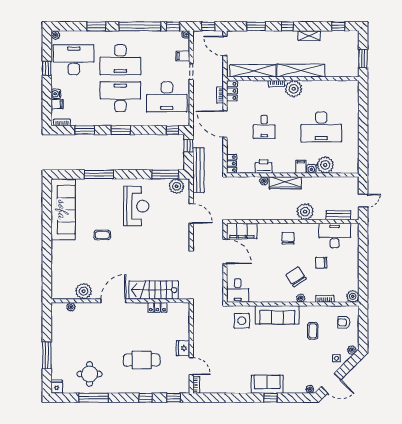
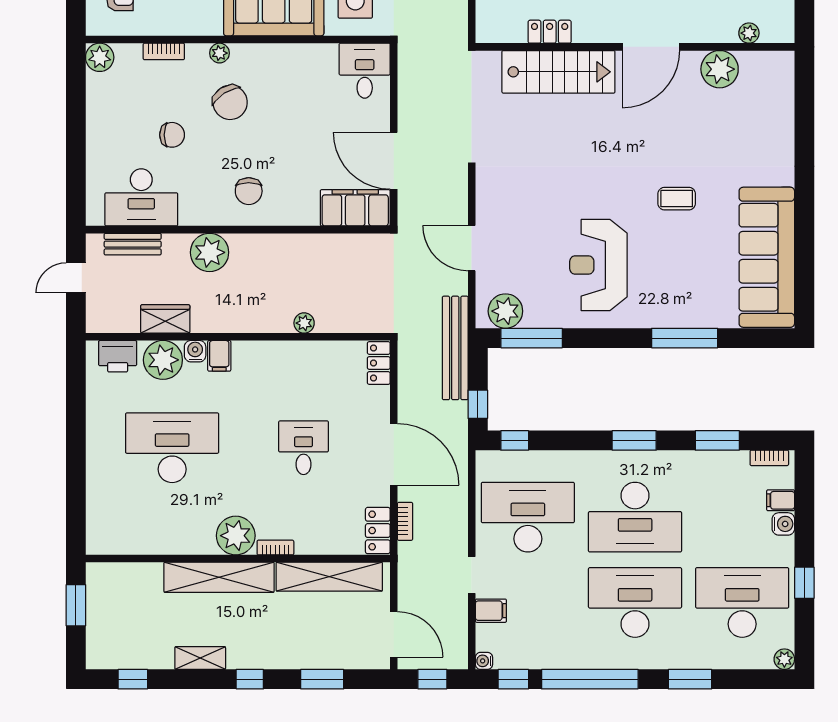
desk: (74, 60) -> (742, 602), turned 180
printer: (264, 167) -> (118, 356), moved
wardrobe: (285, 183) -> (165, 319), moved, width x0.67

